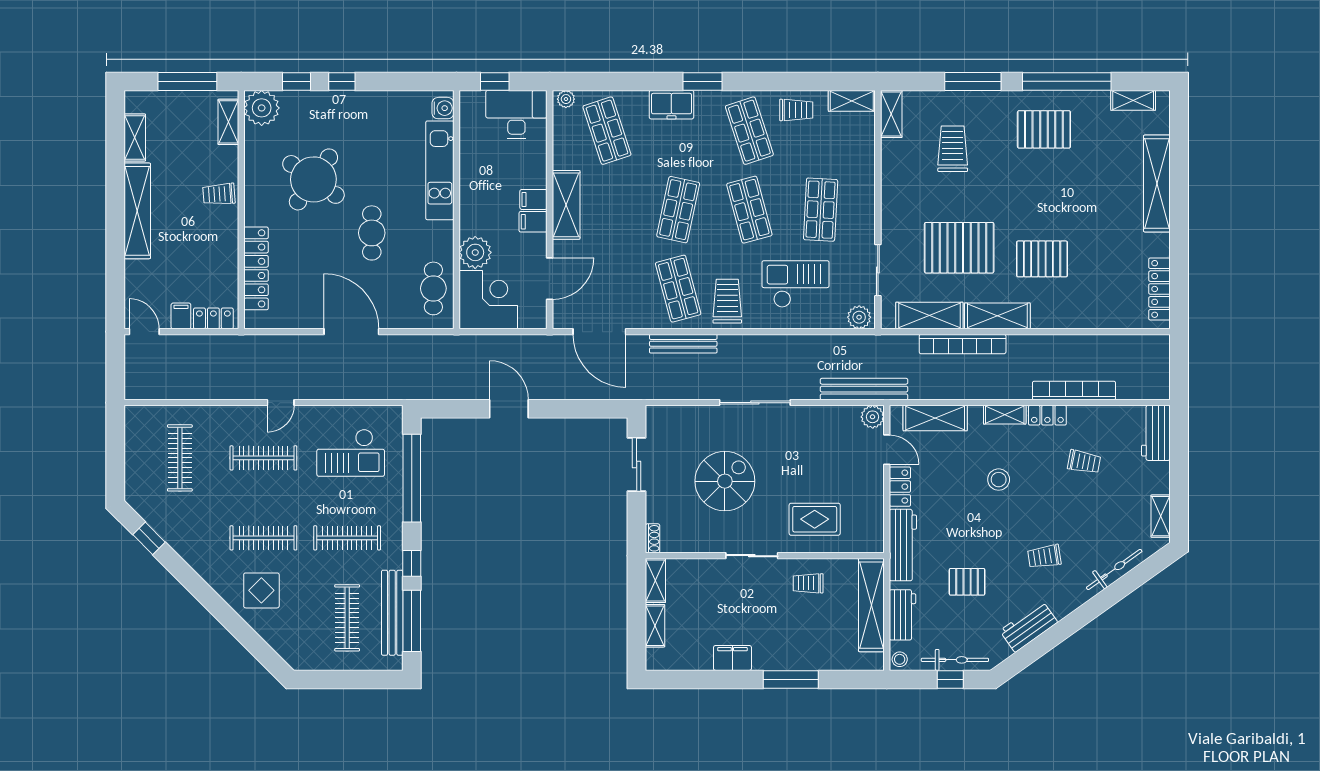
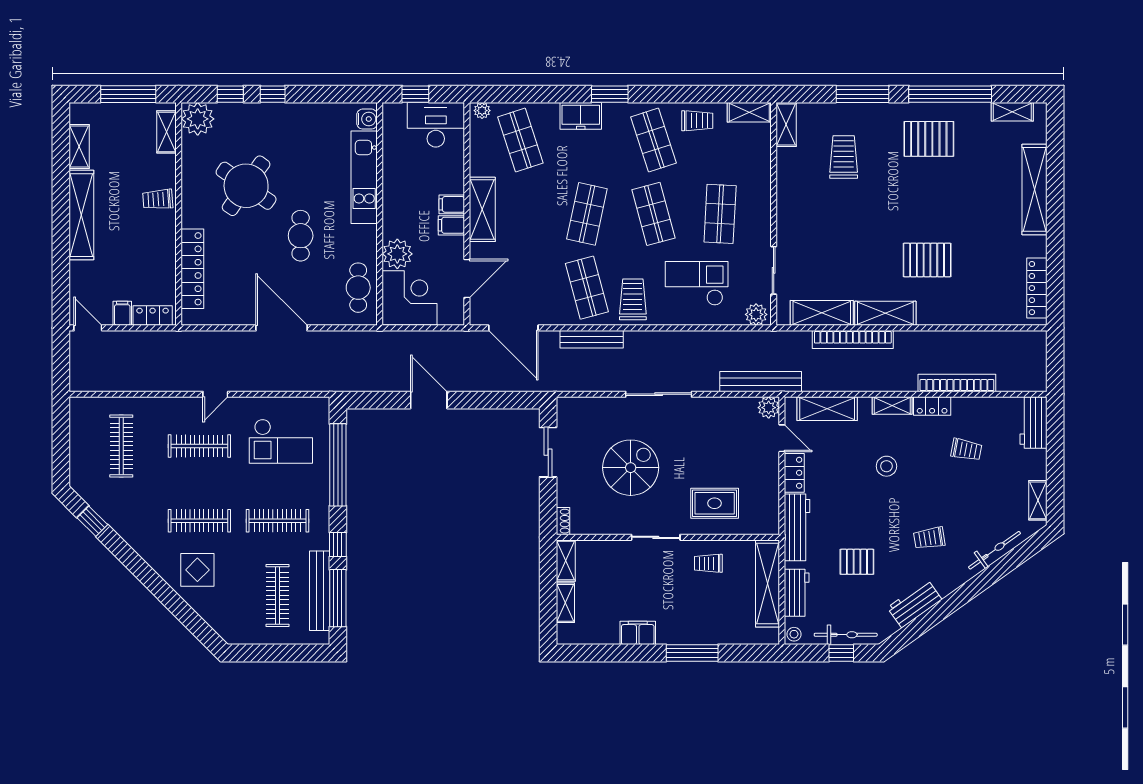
pallet: (959, 248) -> (850, 249), removed

